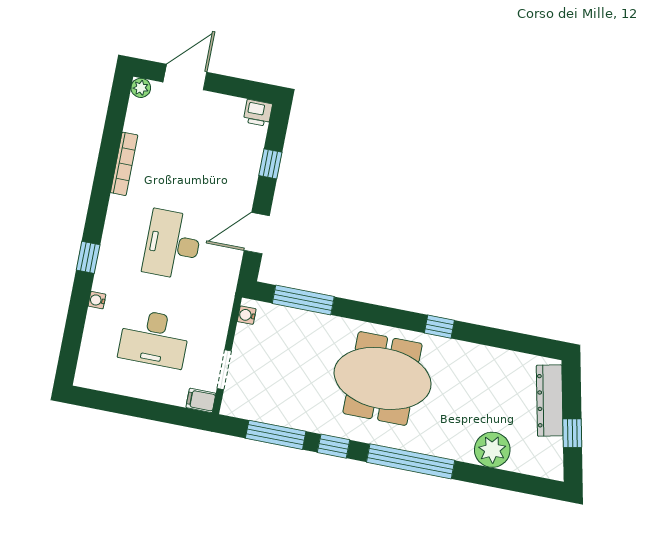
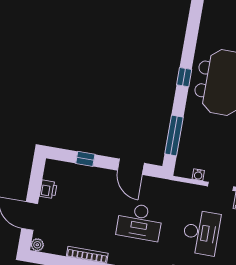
printer: (258, 113) -> (48, 189), moved
water cooler: (247, 315) -> (198, 175), moved
window: (439, 327) -> (184, 77), moved

